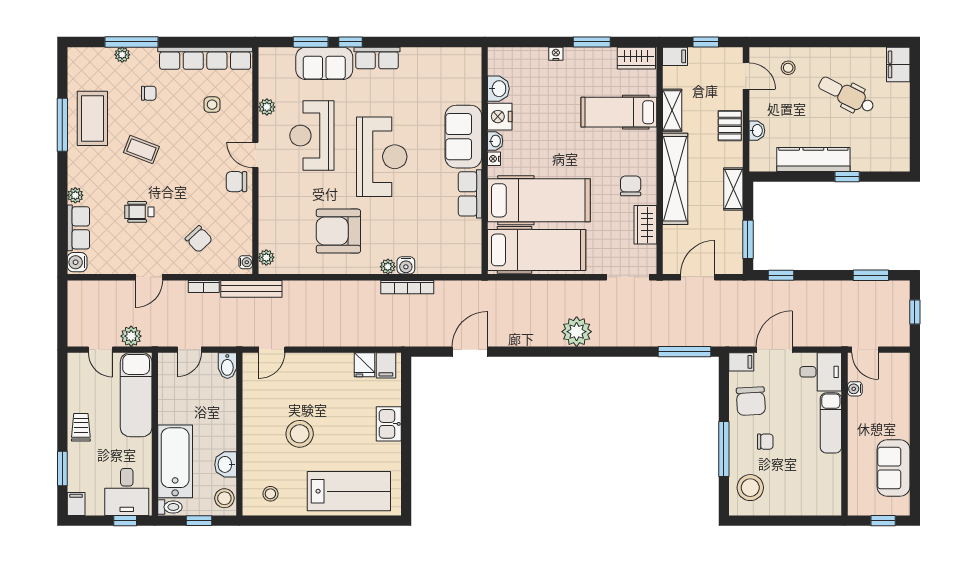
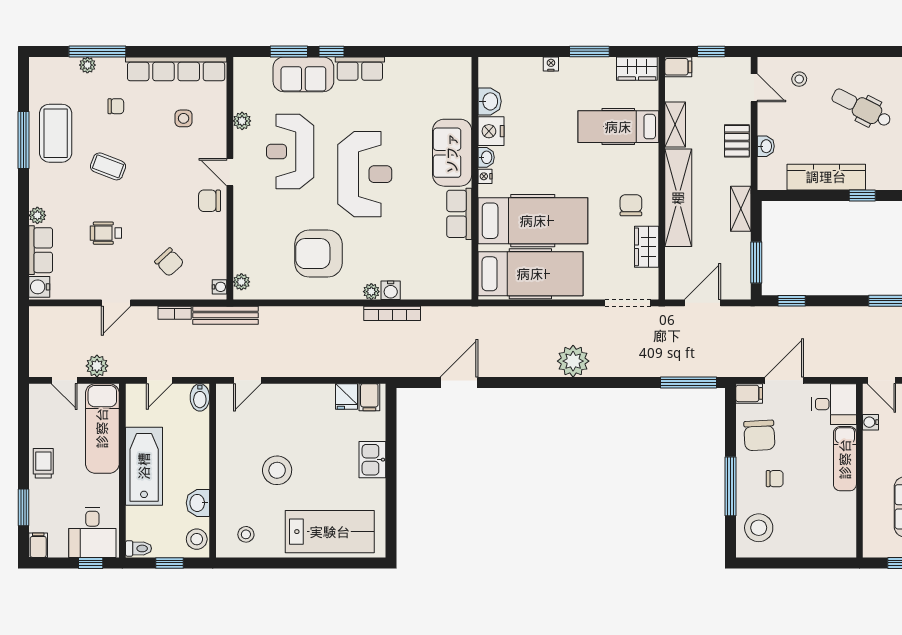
bathtub: (175, 461) -> (144, 466), moved

